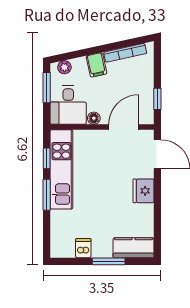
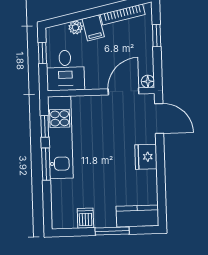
plant: (64, 67) -> (76, 27), moved
window: (47, 88) -> (42, 53), width x0.67
window: (157, 99) -> (157, 36), moved
floor lamp: (94, 118) -> (148, 81), moved

